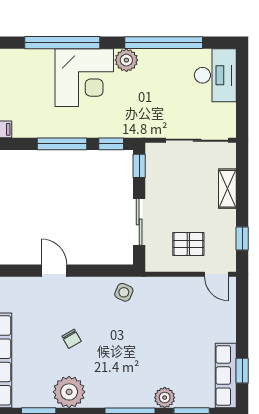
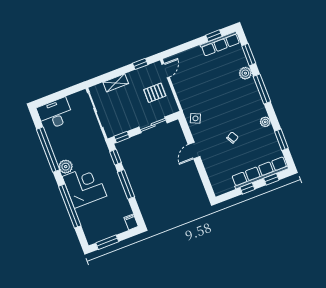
pallet: (188, 244) -> (155, 93), turned 90
door: (54, 271) -> (194, 151), moved
plant: (69, 392) -> (265, 122), width x0.53, depth x0.53

